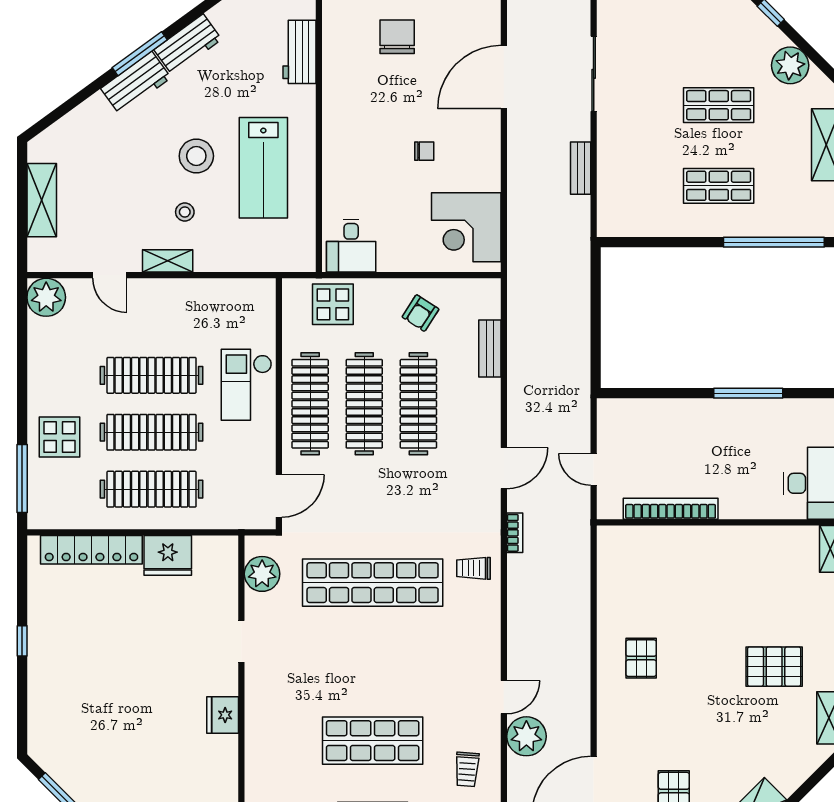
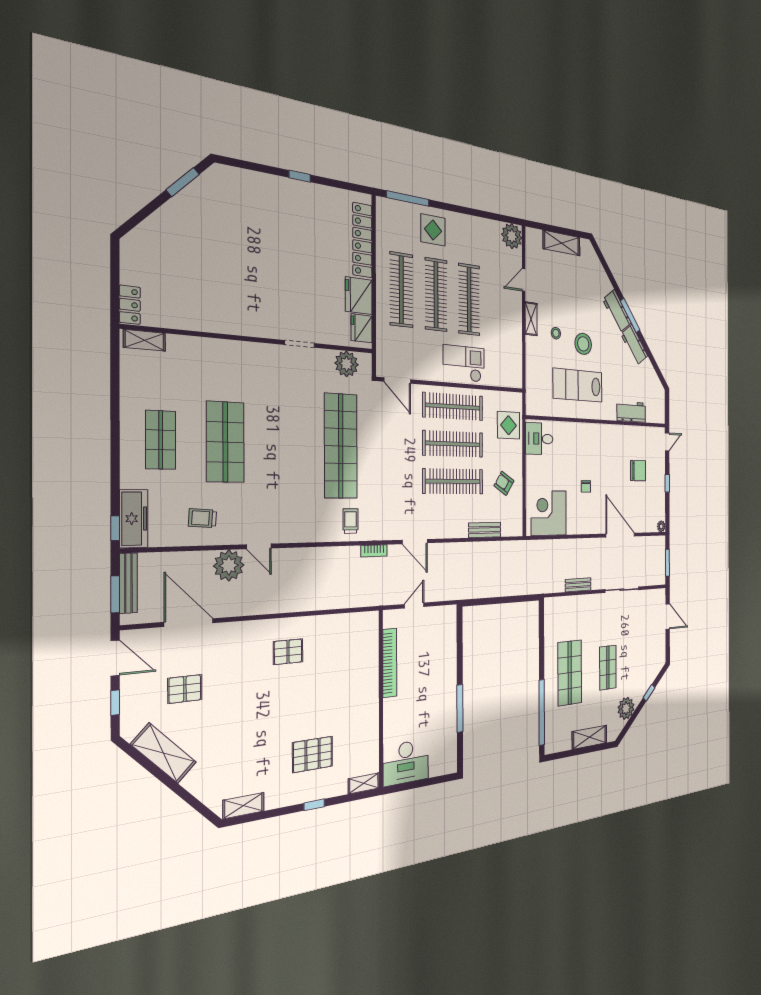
shop shelf: (719, 186) -> (570, 673), width x1.43, depth x1.36
pallet: (774, 667) -> (313, 754), moved, turned 90
fridge: (223, 715) -> (362, 328), moved, turned -90

